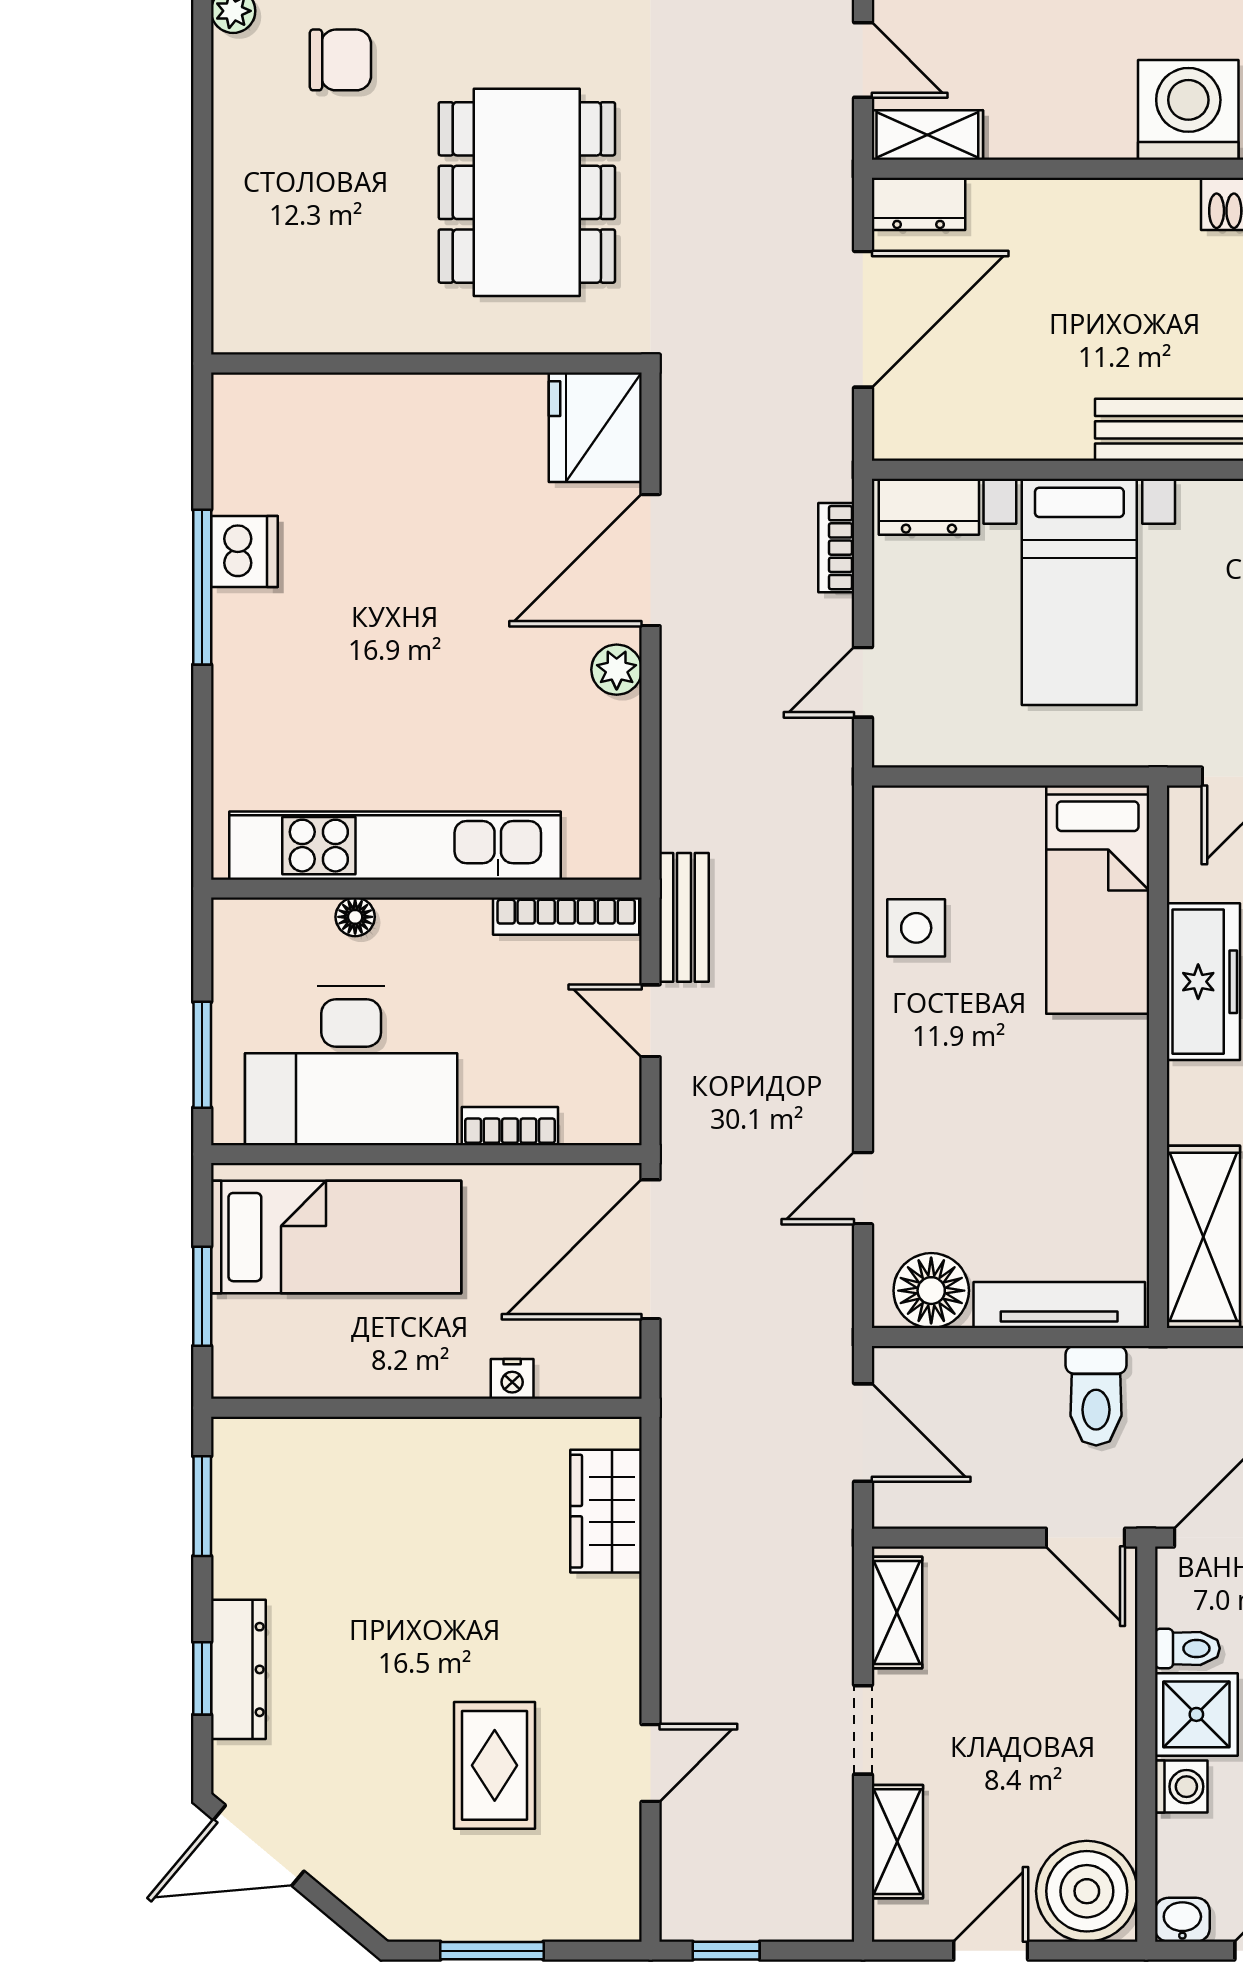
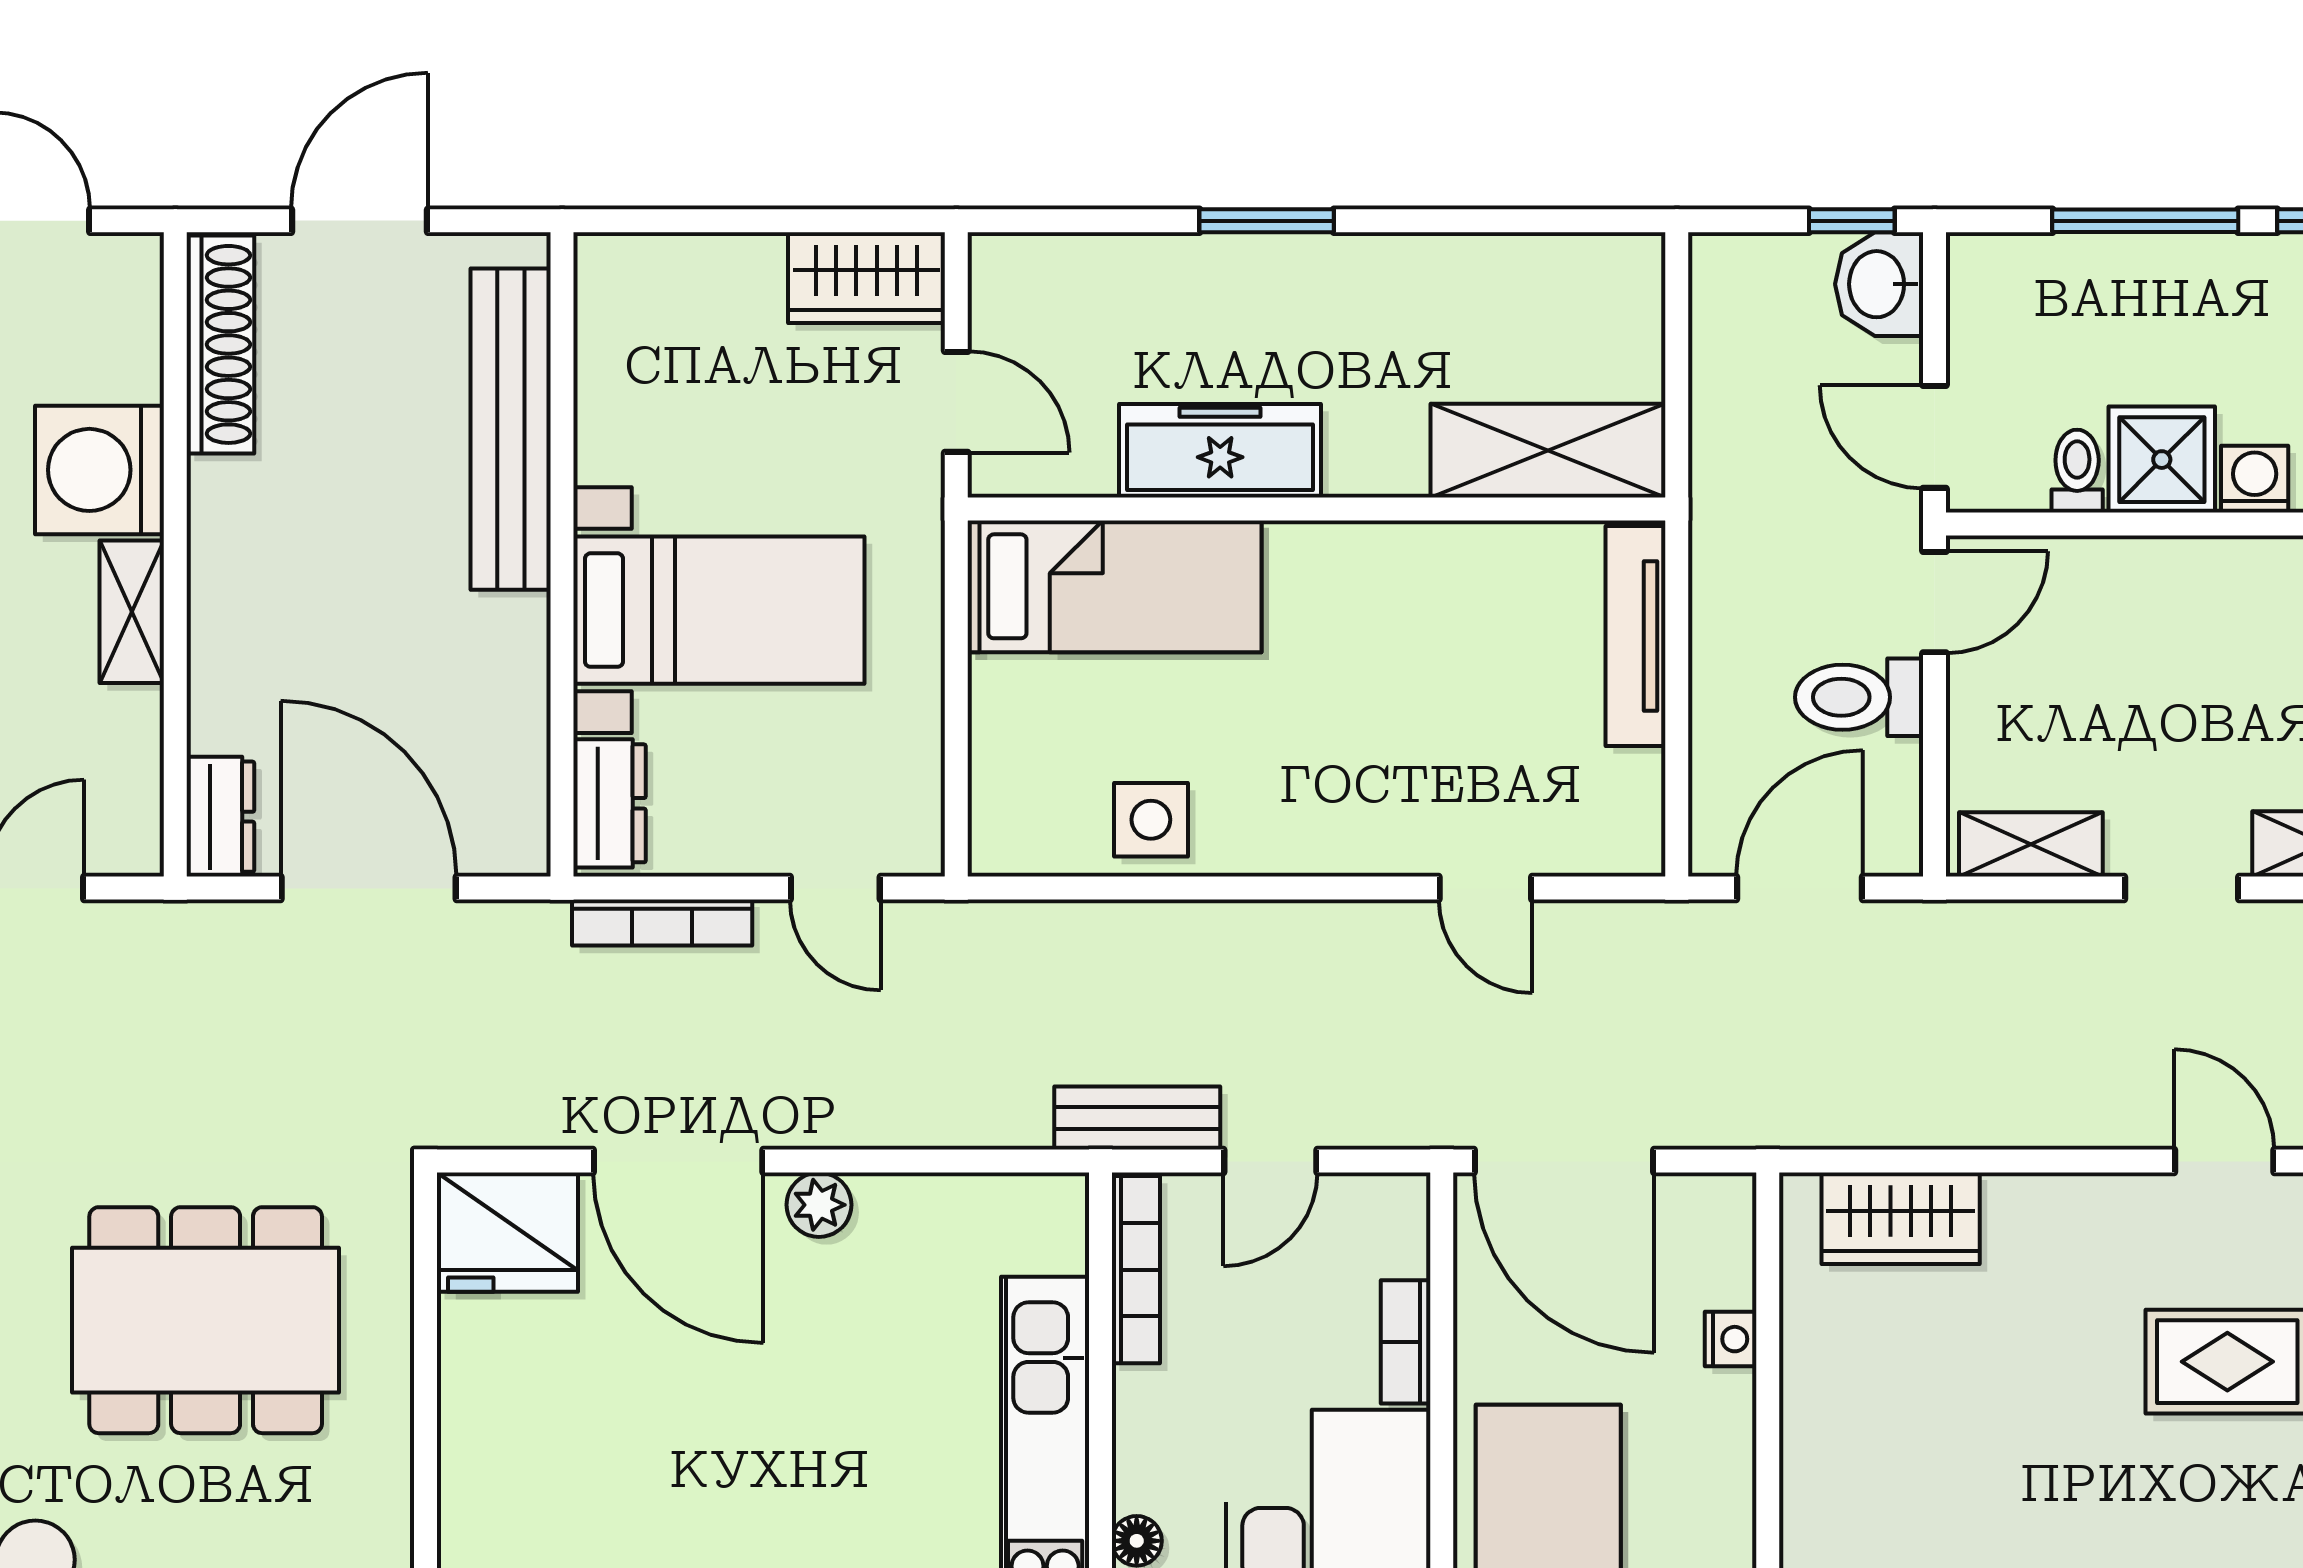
shelving: (927, 135) -> (132, 612), moved
bookcase: (836, 548) -> (662, 922), width x1.56
floor lamp: (931, 1291) -> (1617, 800), removed
toilet: (1096, 1396) -> (1859, 697), moved, turned 180

